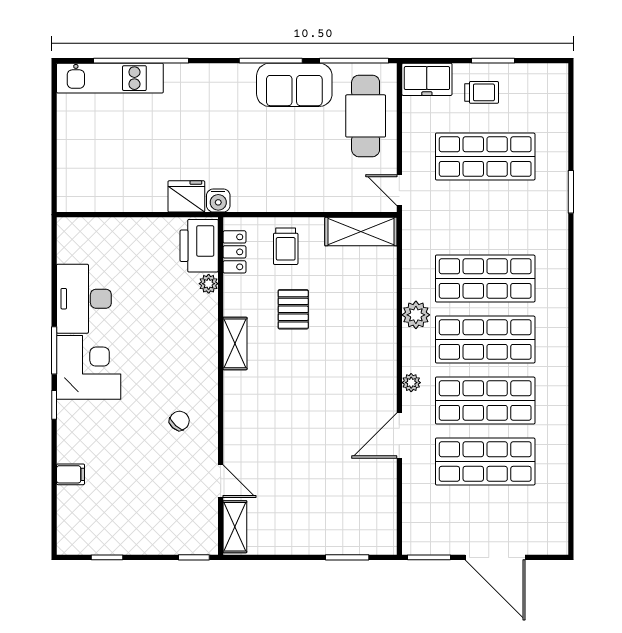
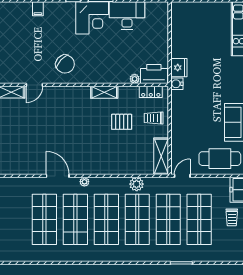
shop shelf: (485, 218) -> (168, 219), added
plant: (416, 315) -> (137, 184), moved
chair: (179, 421) -> (65, 64), width x1.87, depth x1.87

